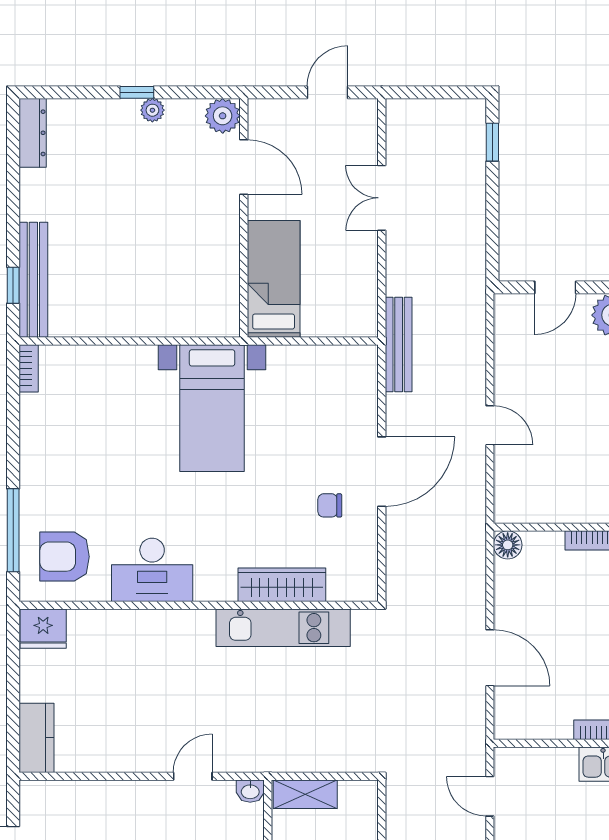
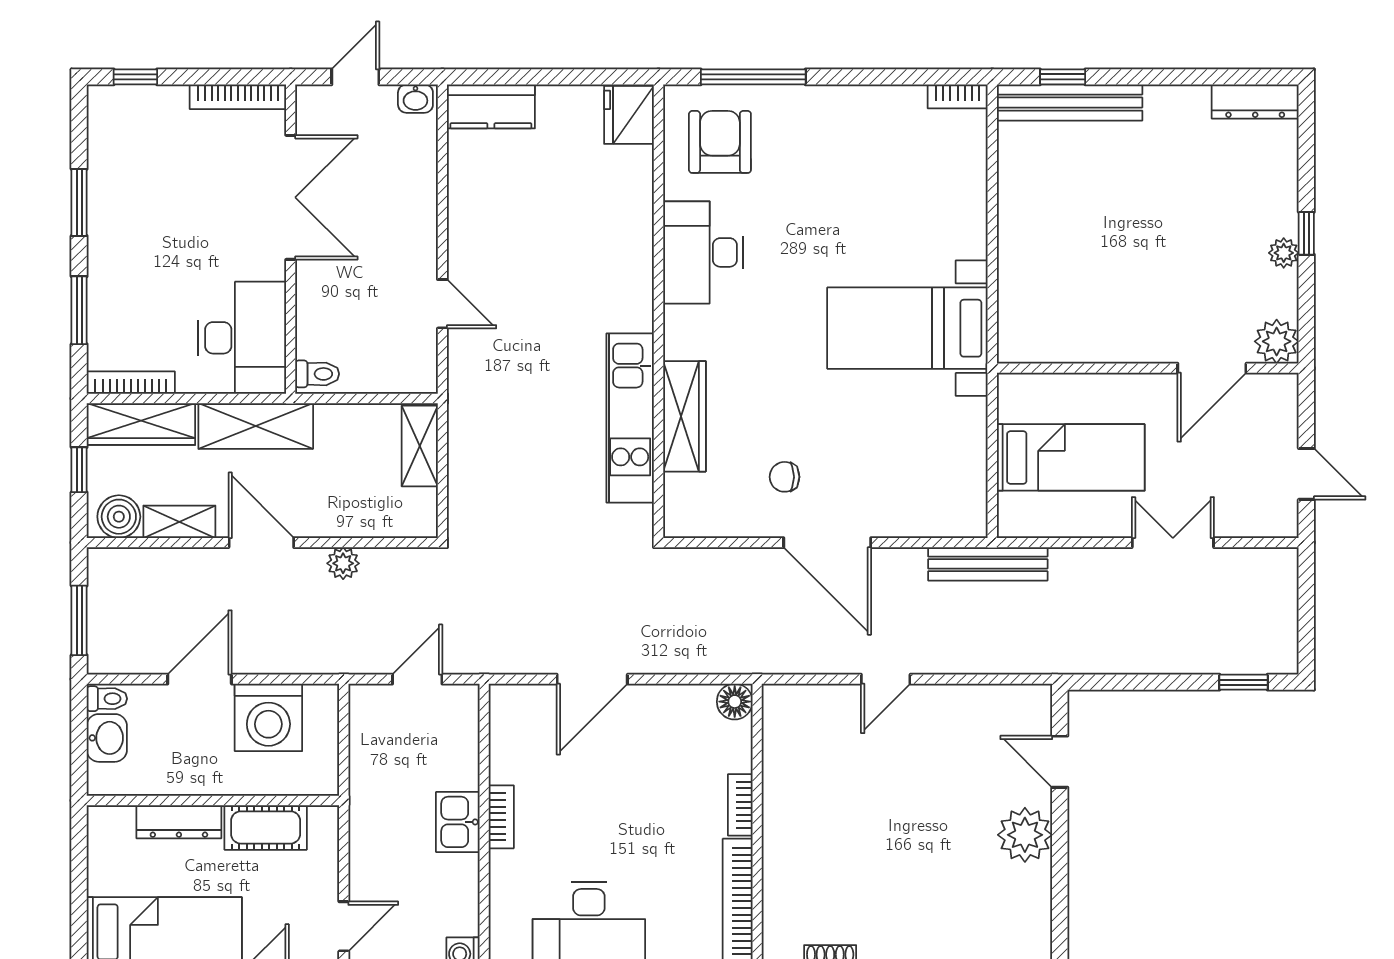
bed: (274, 279) -> (1071, 457), moved
chair: (330, 505) -> (785, 477), turned -90
washbasin: (250, 791) -> (415, 99), moved, turned -90

